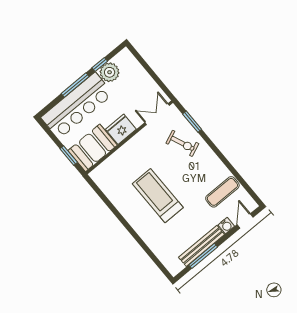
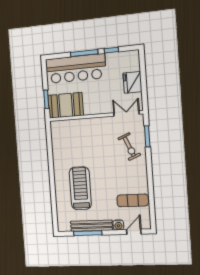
plant: (110, 72) -> (114, 60), removed
fridge: (121, 129) -> (132, 82), moved, turned -90
treadmill: (158, 196) -> (80, 188), moved

